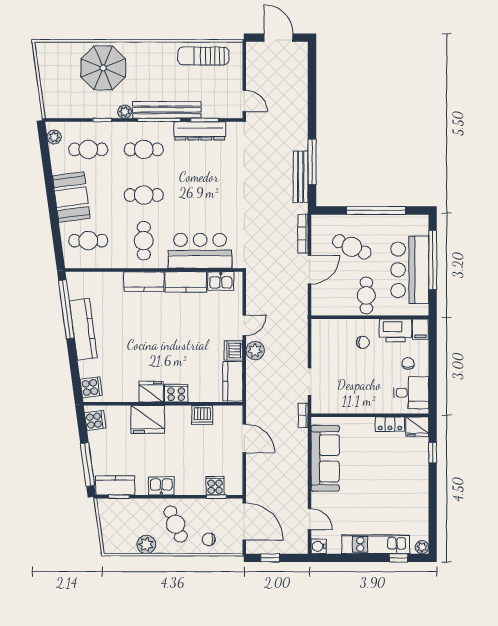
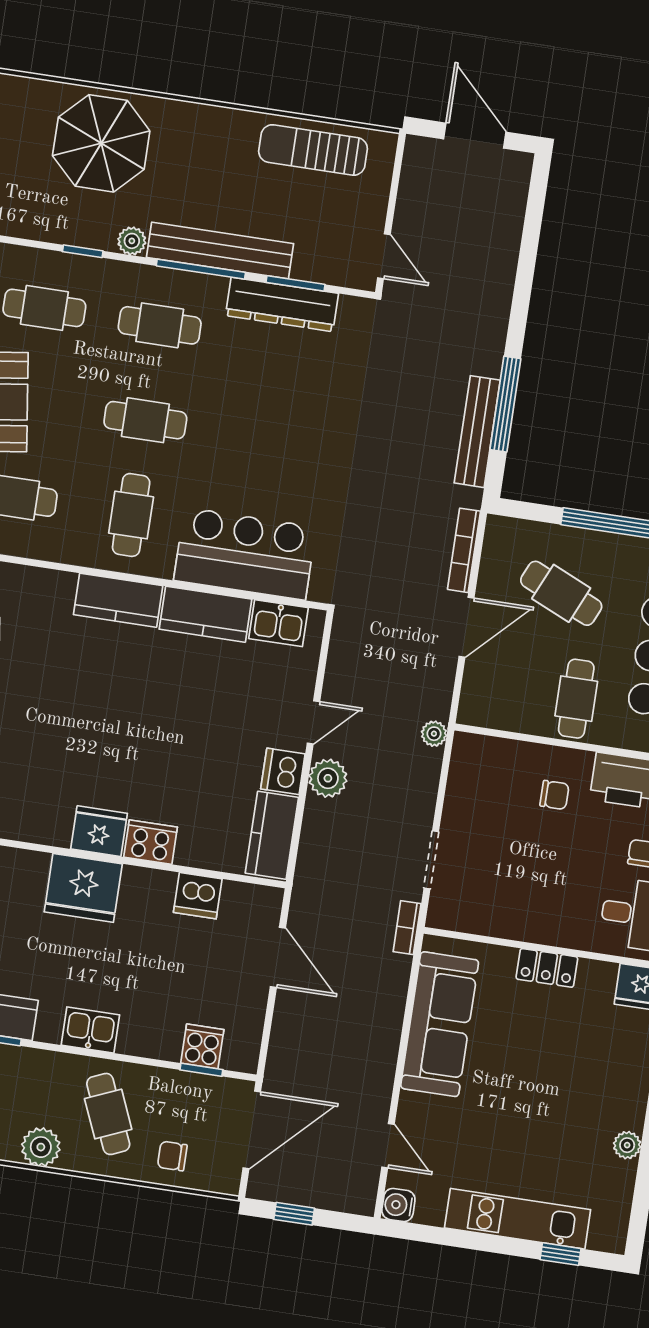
plant: (302, 322) -> (434, 734), added
locker: (390, 424) -> (547, 968), moved
door: (244, 521) -> (252, 1130), hinge flipped
plant: (422, 547) -> (627, 1145), moved

